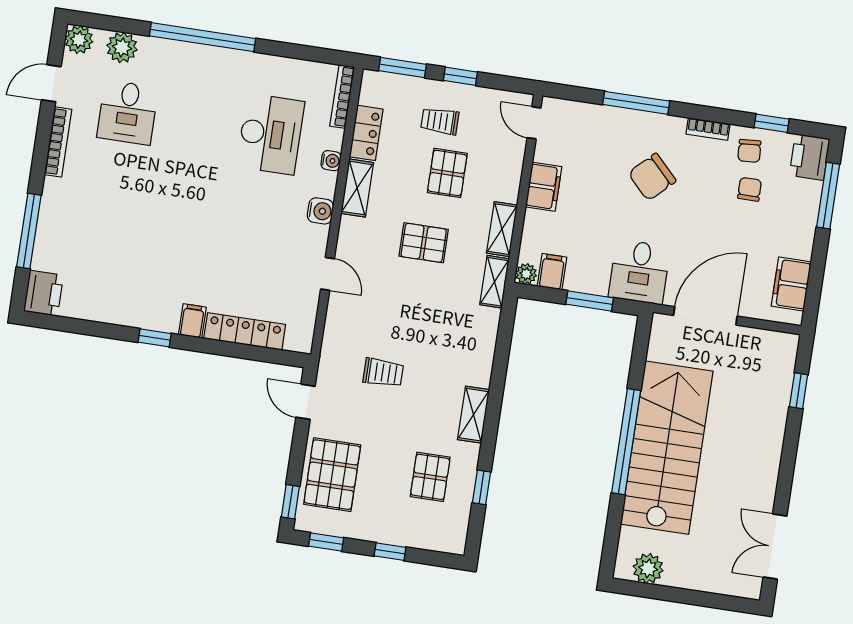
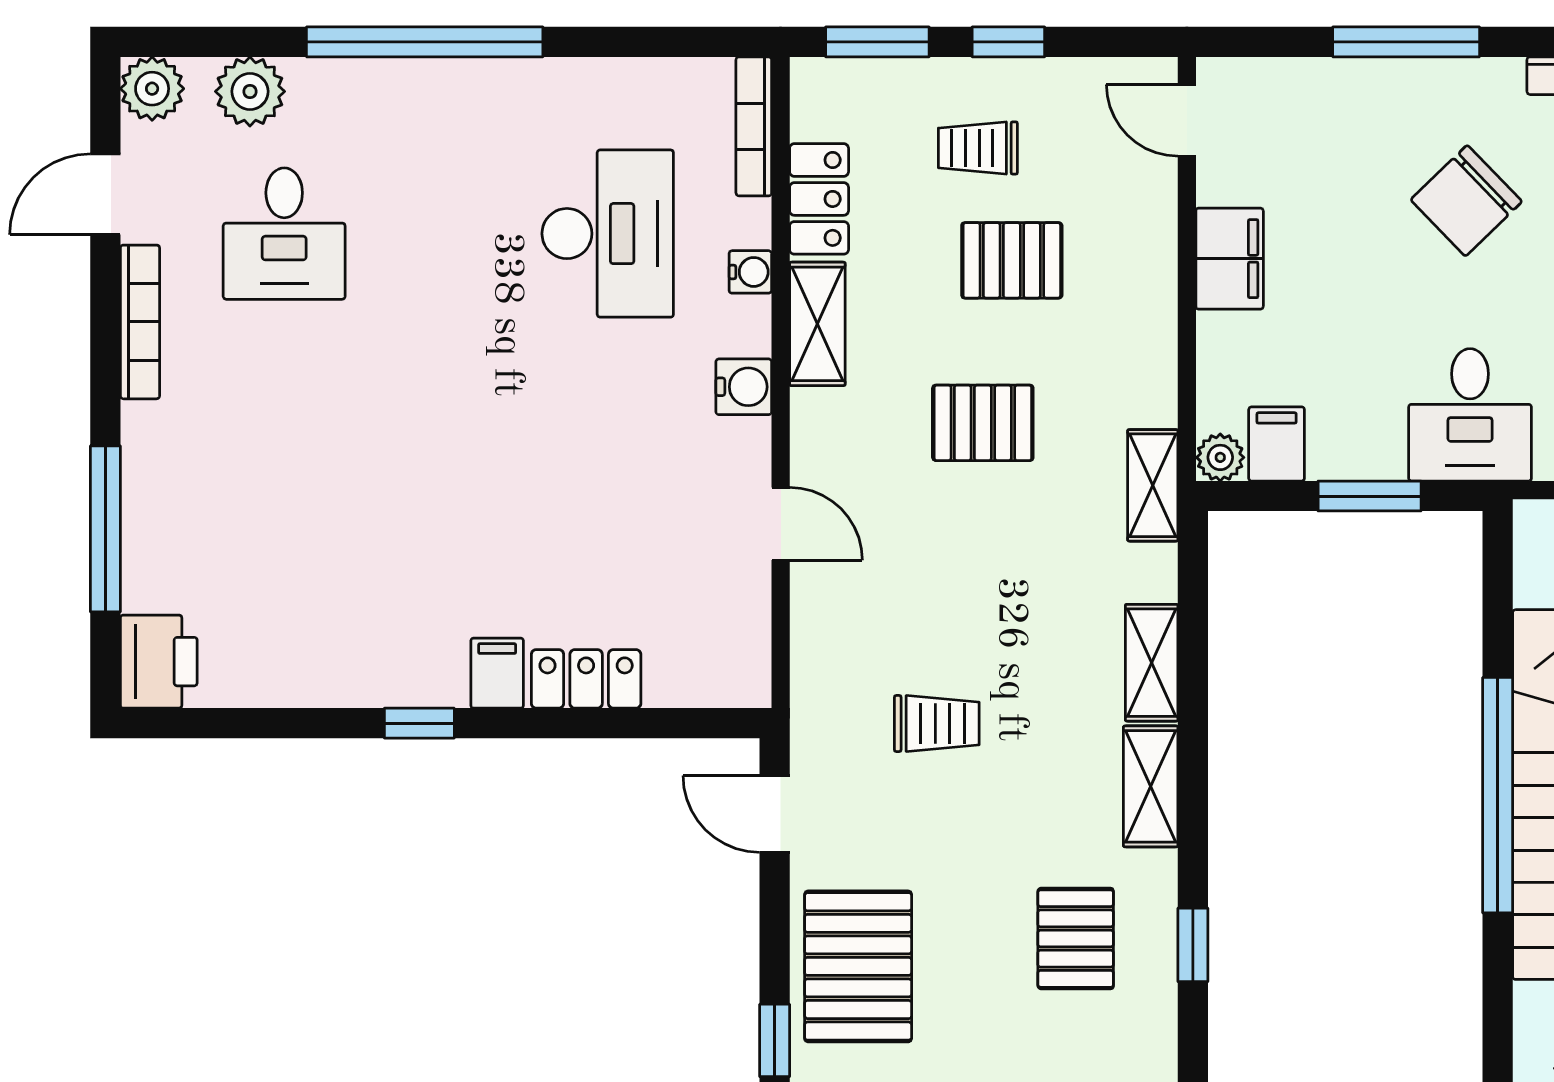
pallet: (447, 173) -> (1012, 260), turned 90
shelving: (502, 229) -> (1152, 663), moved
locker: (245, 331) -> (586, 679), width x0.66

